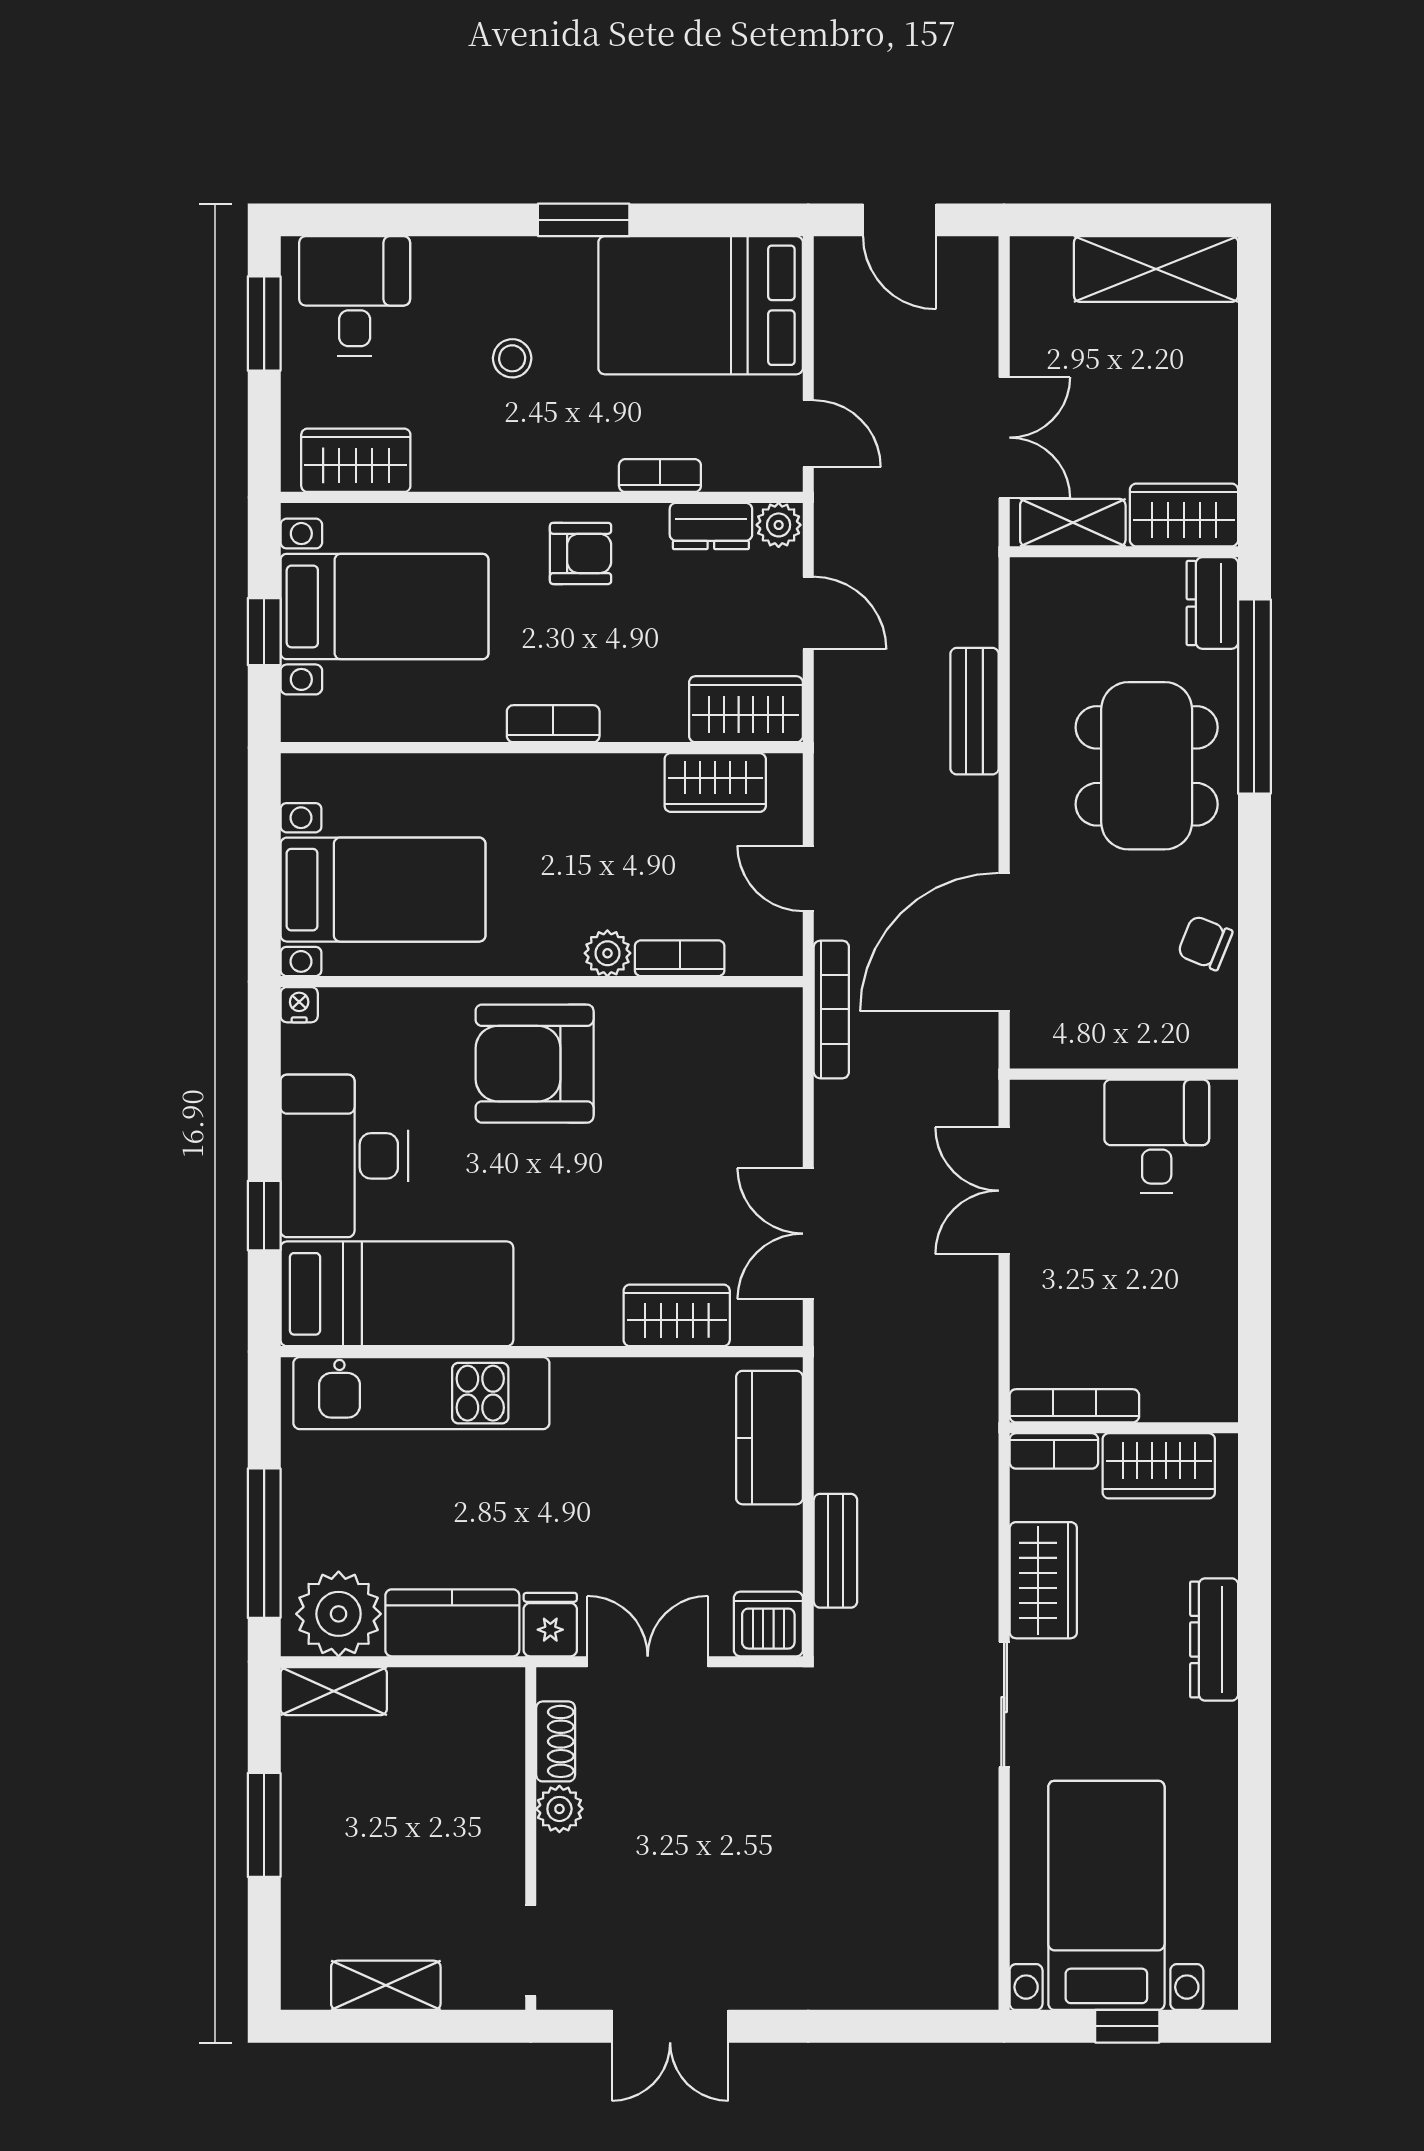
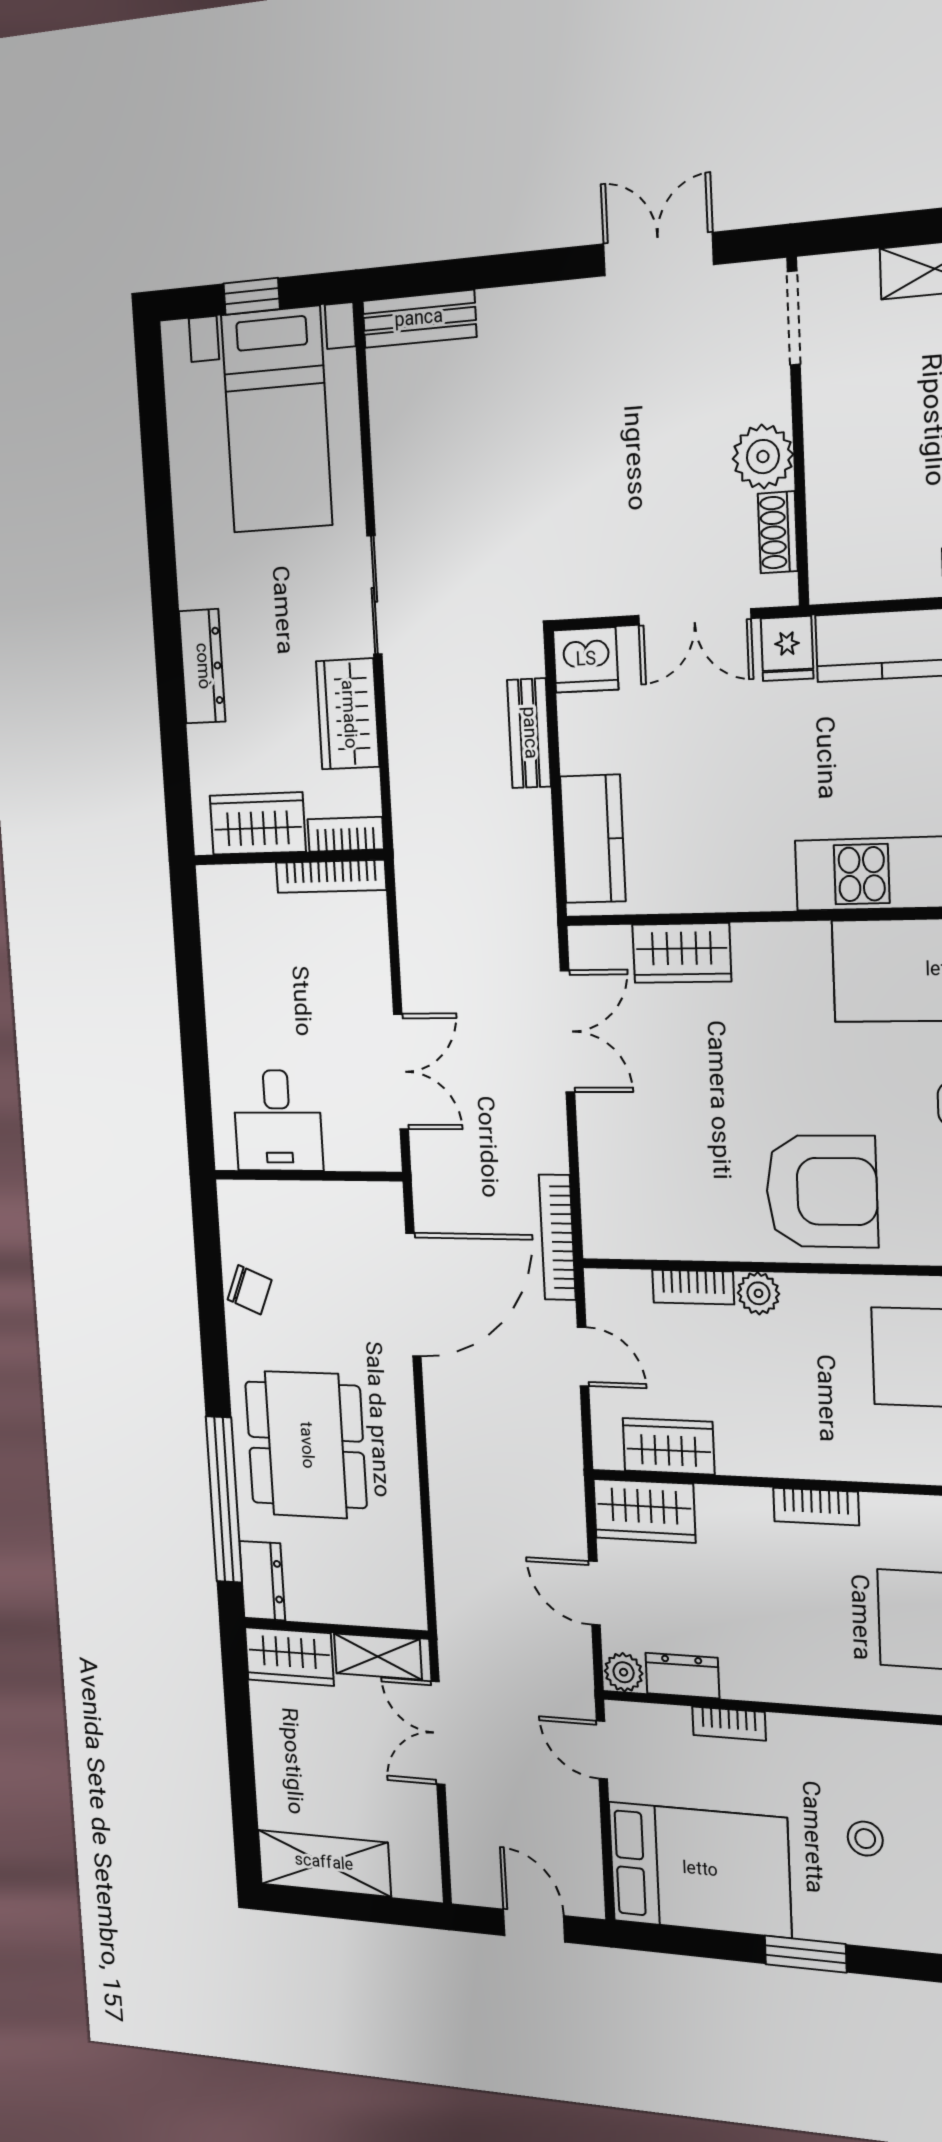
armchair: (581, 553) -> (797, 1659), removed
bench: (975, 711) -> (419, 319), moved, turned 90
plant: (559, 1809) -> (763, 457), width x1.38, depth x1.38

